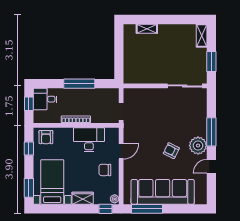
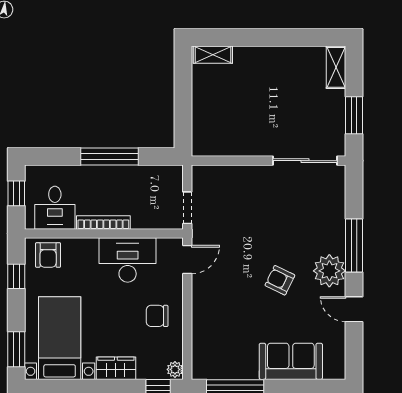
shelving: (147, 29) -> (213, 55), moved
desk: (45, 99) -> (55, 208), moved, turned -90
door: (121, 151) -> (187, 259), moved
door: (211, 166) -> (354, 309), hinge flipped
sofa: (163, 192) -> (291, 361), width x0.54, depth x0.79

